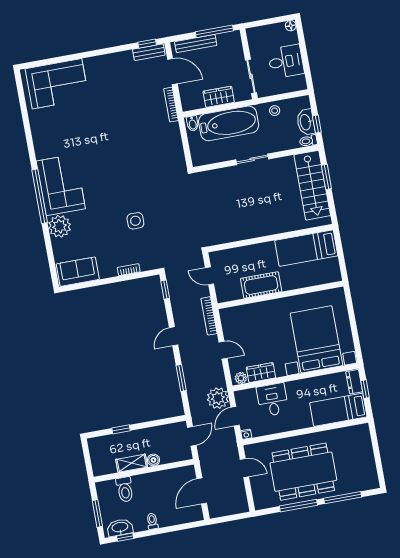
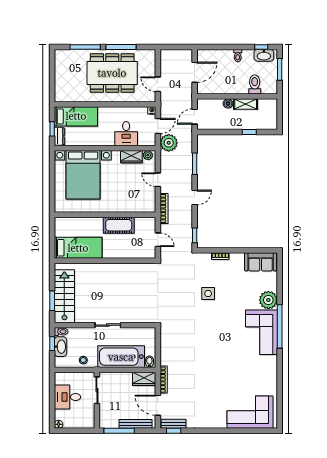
wardrobe: (219, 97) -> (144, 379), moved

